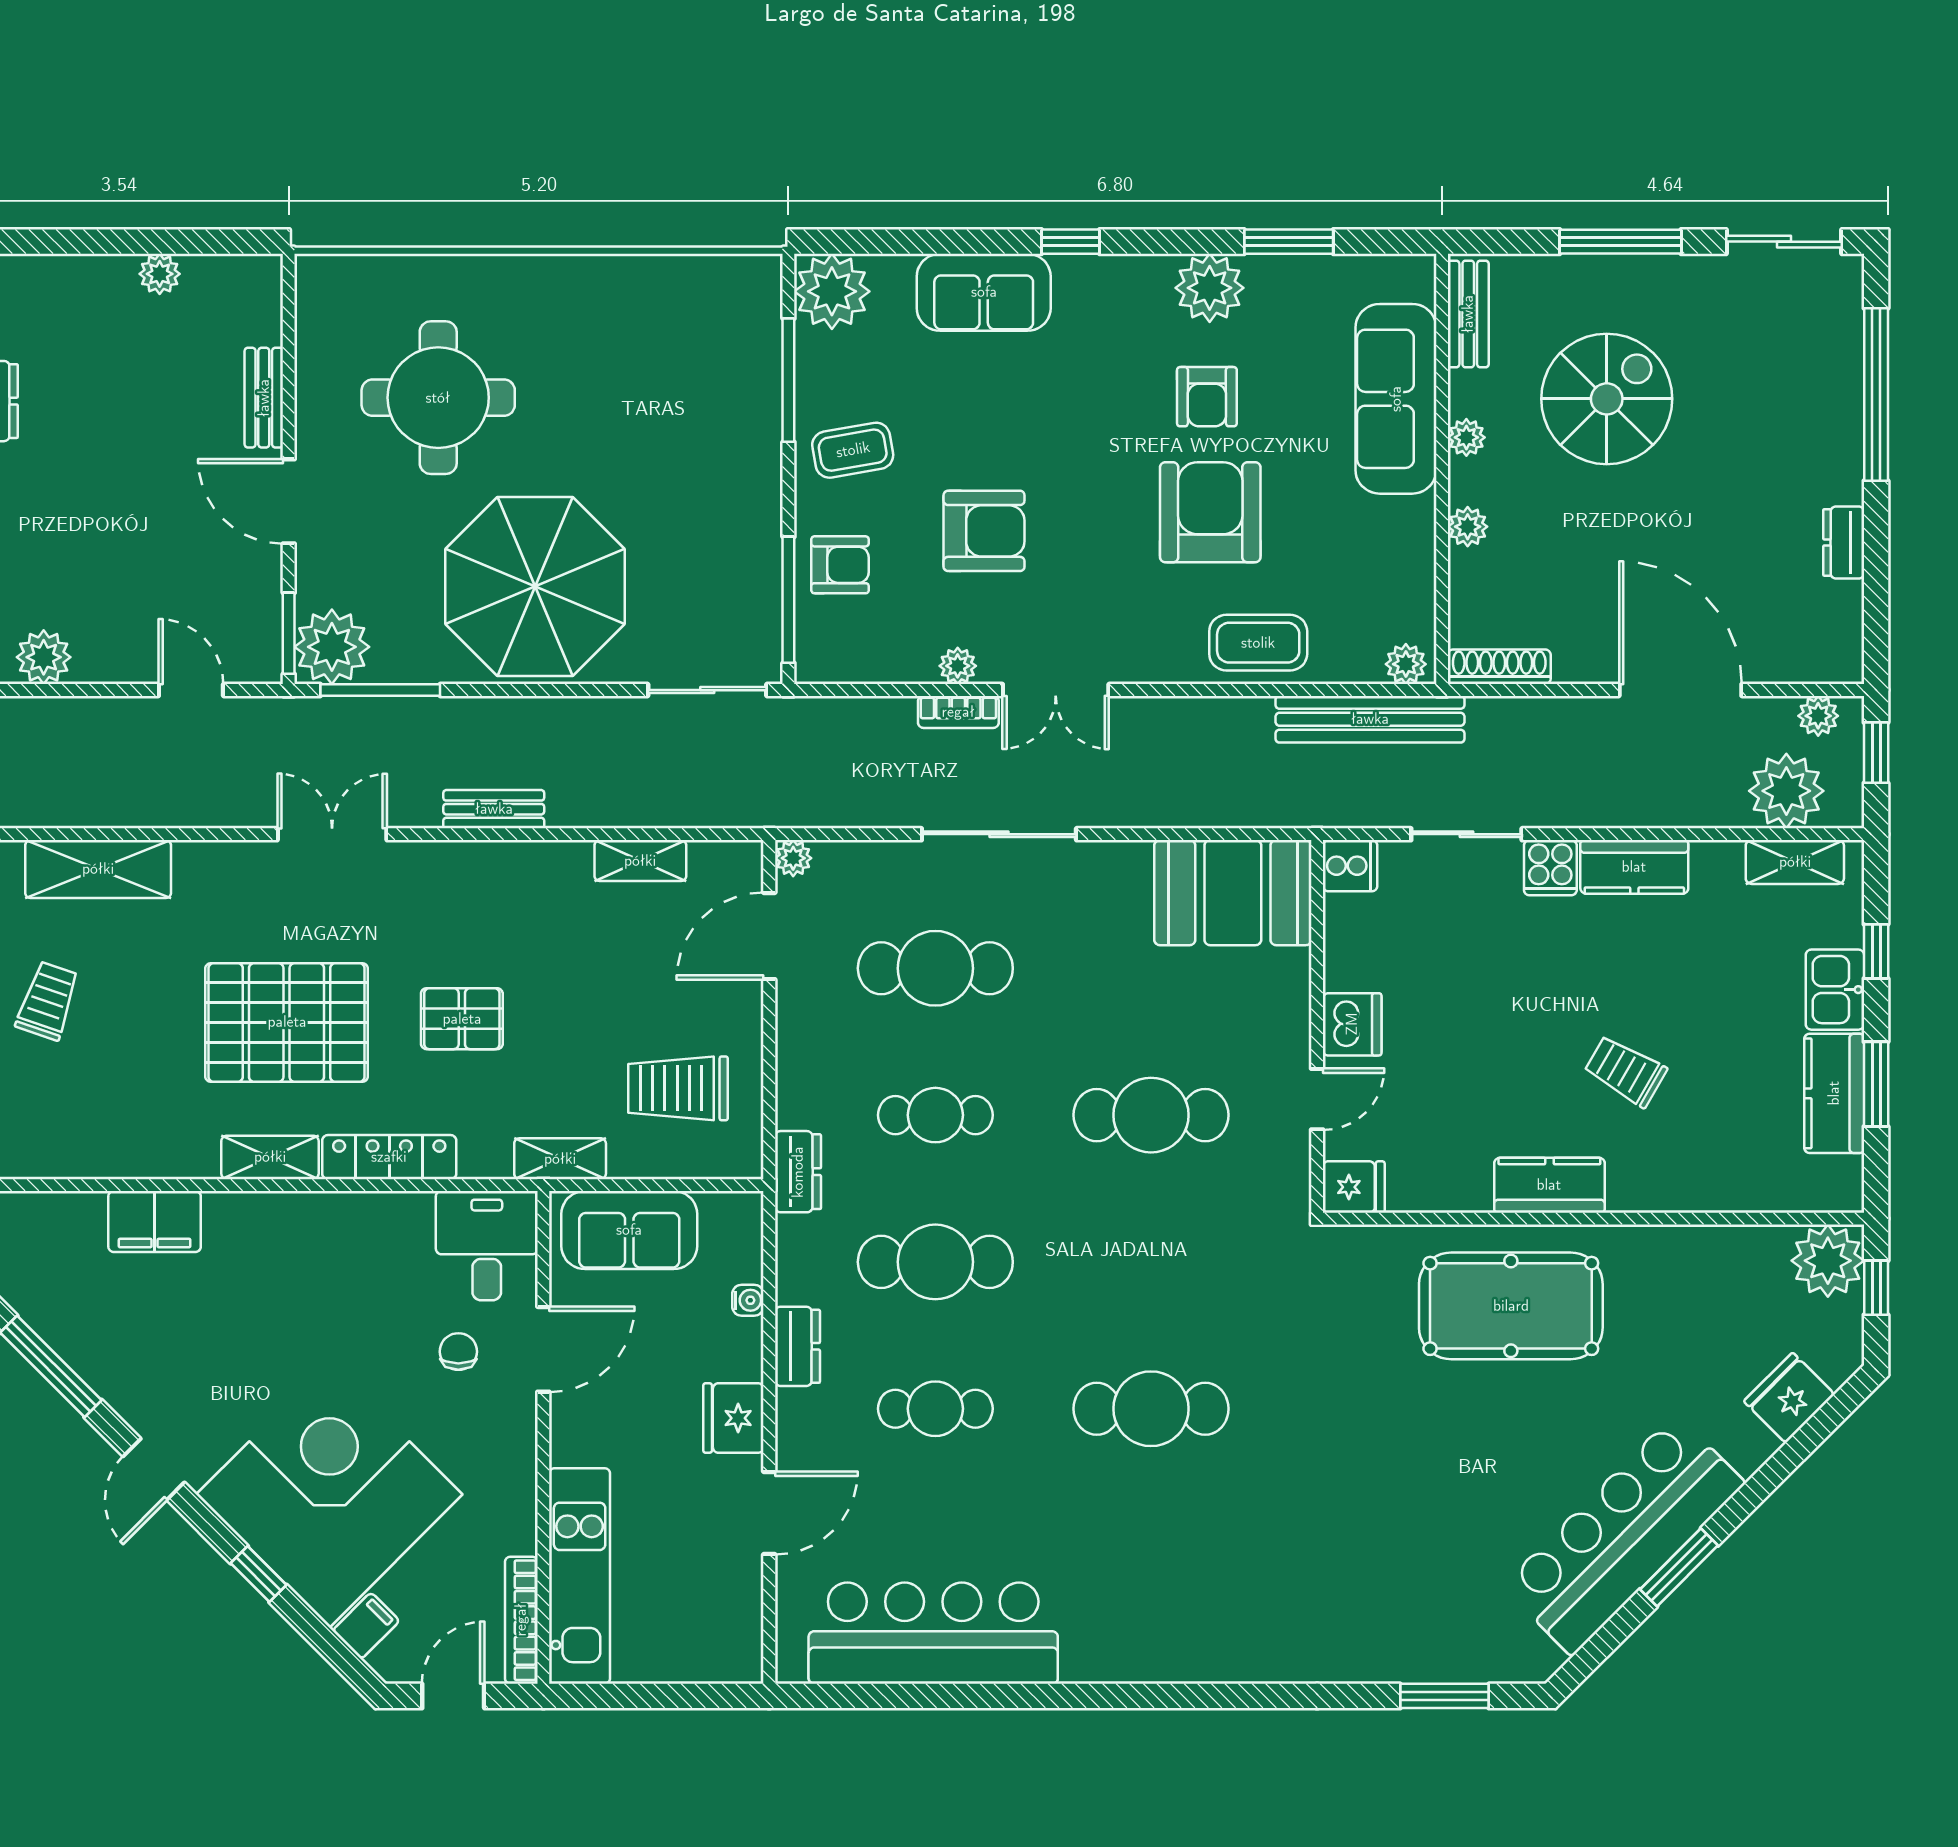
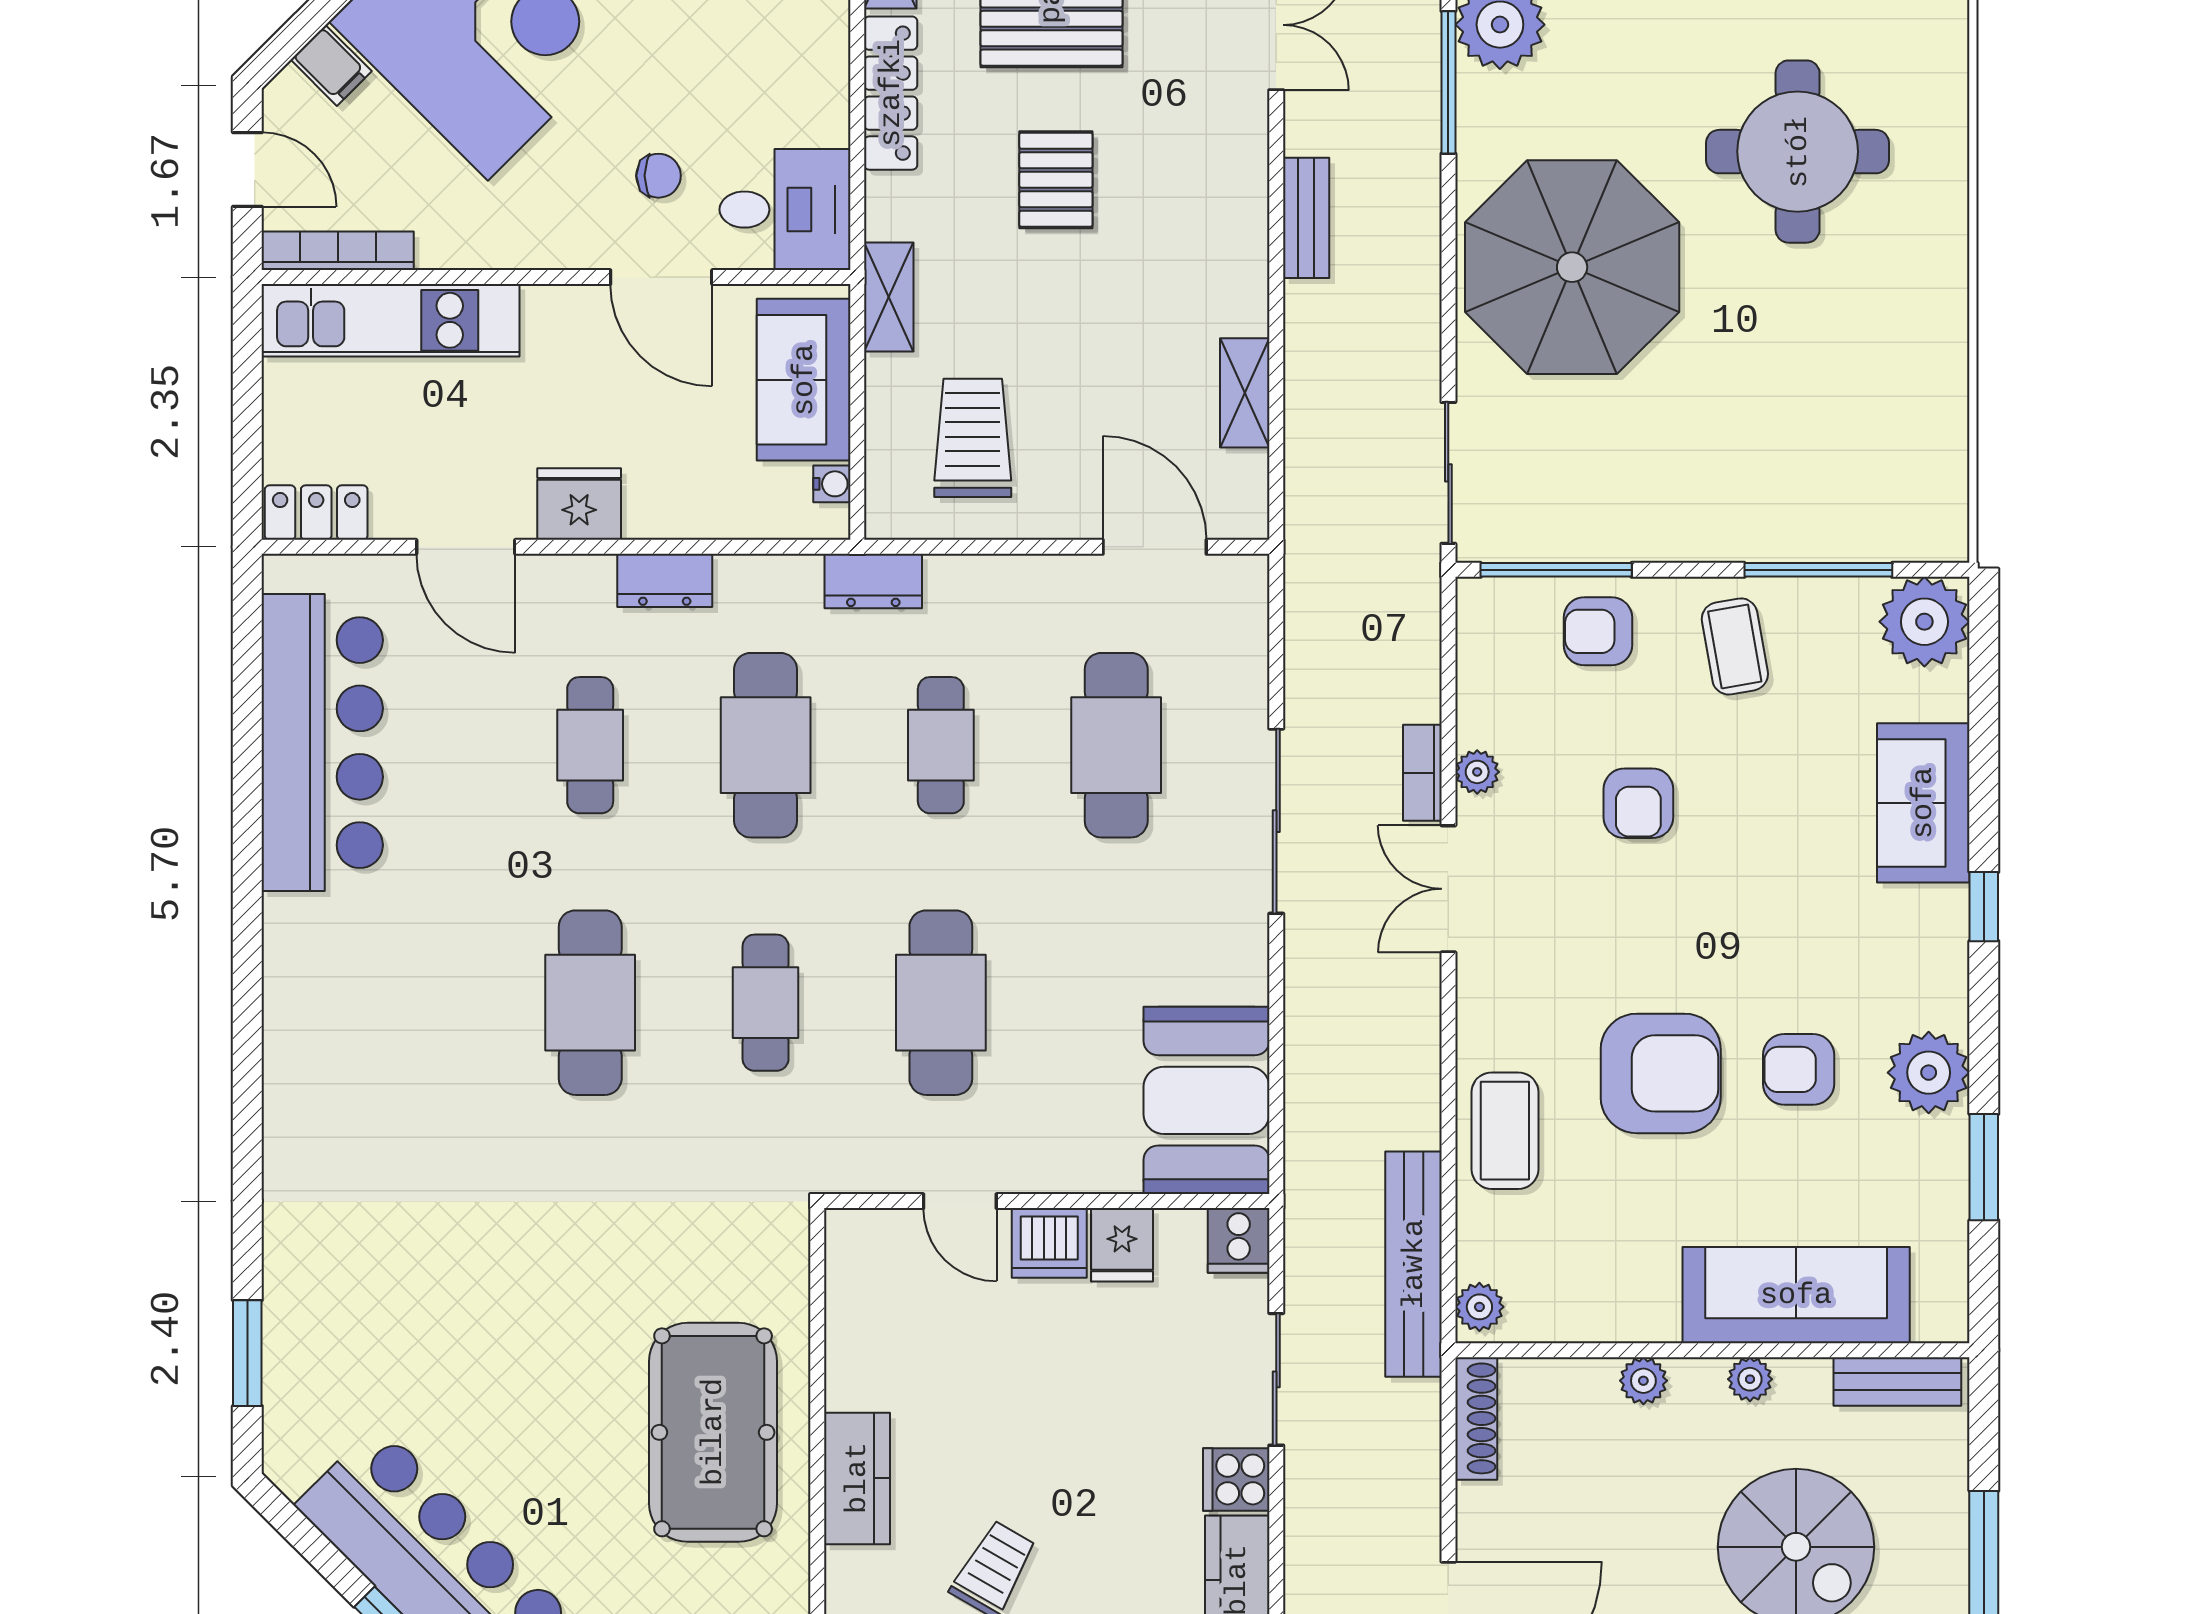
armchair: (984, 531) -> (1638, 803), width x0.72, depth x0.72
armchair: (840, 565) -> (1598, 631), turned 90
plant: (793, 858) -> (1248, 575), removed
fridge: (1354, 1187) -> (1122, 1245), moved
cafe table: (1151, 1262) -> (766, 1003), added
water cooler: (748, 1300) -> (832, 484), moved, turned -90
locker: (741, 1638) -> (316, 513), added

